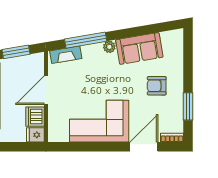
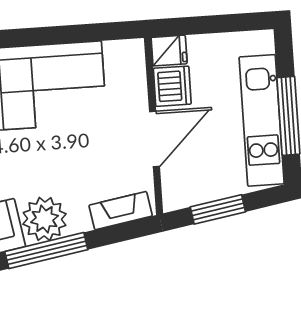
window: (86, 40) -> (46, 251), moved
plant: (109, 47) -> (45, 219), width x1.88, depth x1.88

